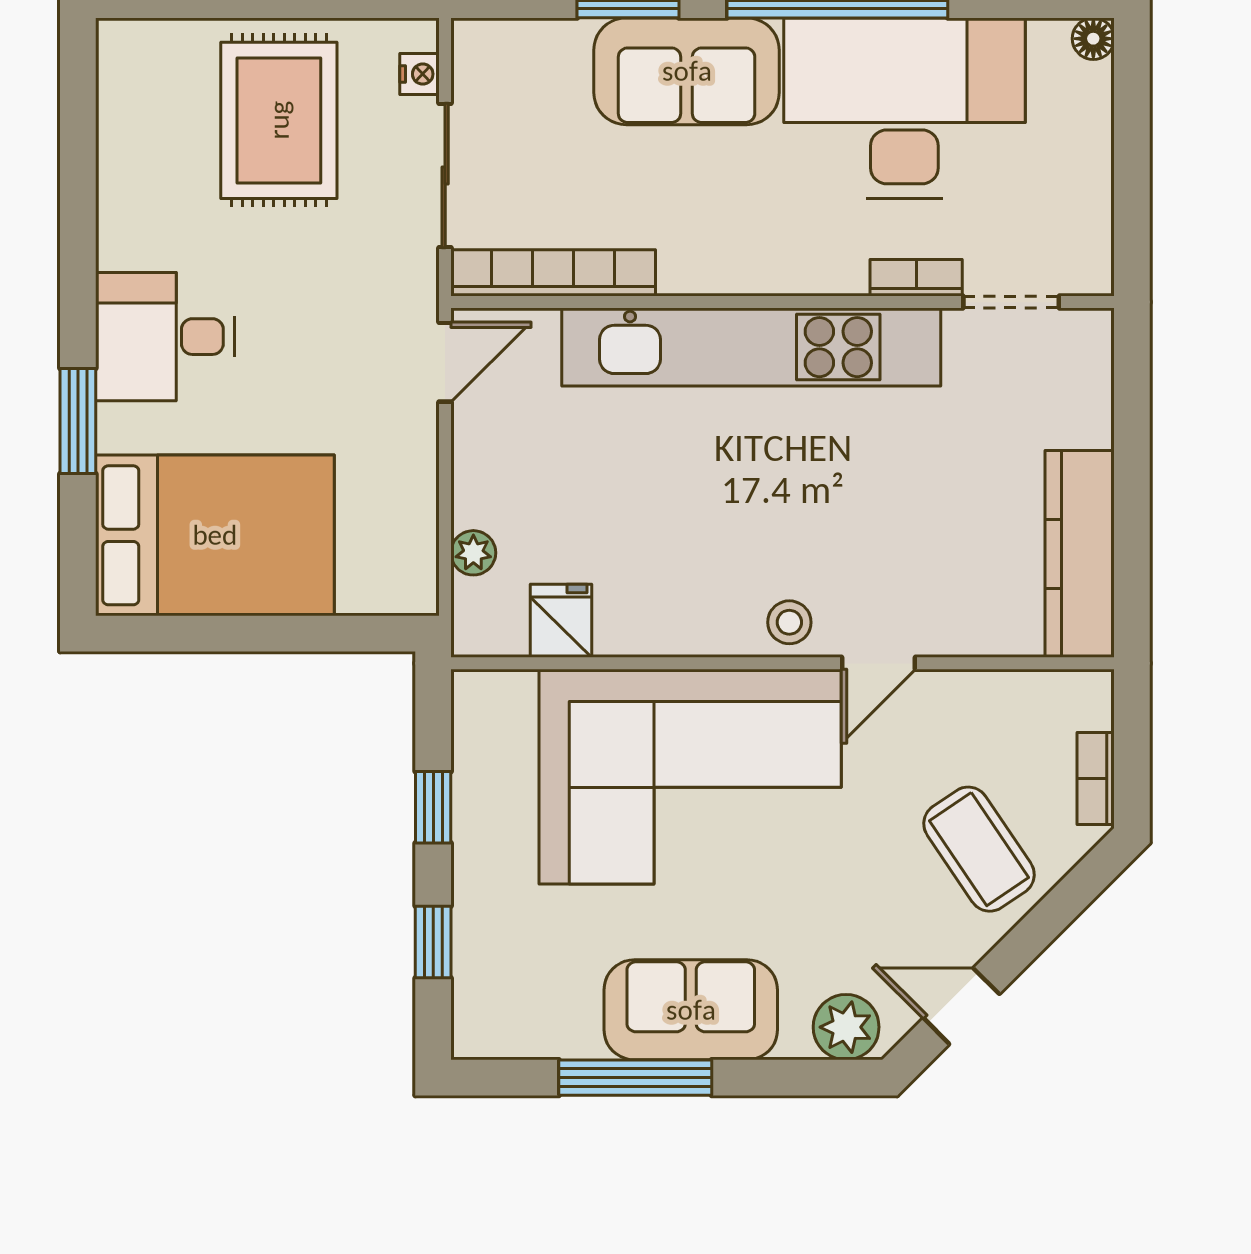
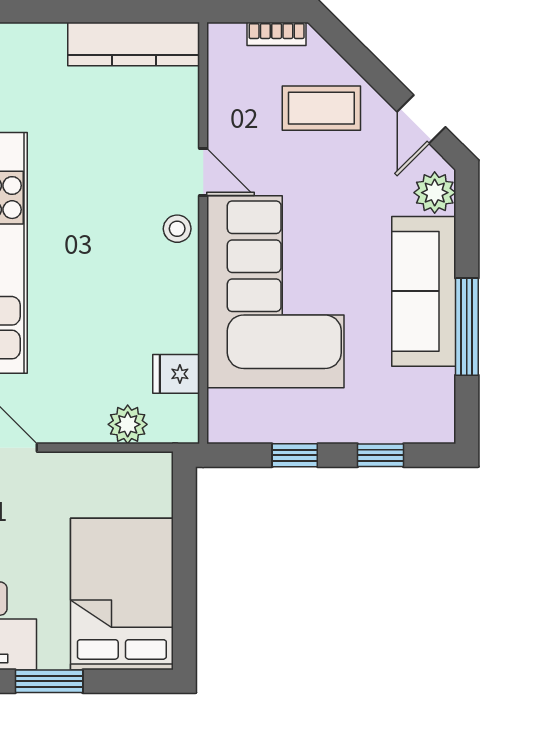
plant: (473, 553) -> (128, 424), width x1.38, depth x1.38
coffee table: (979, 849) -> (321, 108), turned 34
sofa: (691, 1010) -> (424, 291), width x1.36

